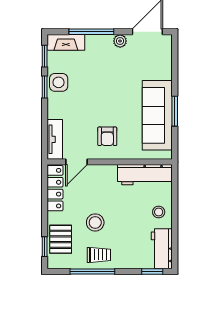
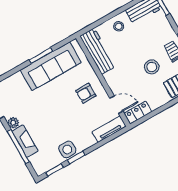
fireplace: (66, 42) -> (25, 141), moved
armchair: (107, 136) -> (86, 93), turned 180
locker: (55, 188) -> (138, 113), width x0.66

